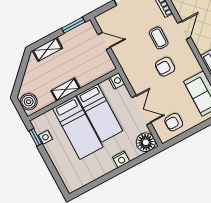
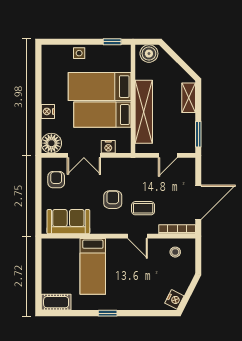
nightstand: (117, 81) -> (108, 147), moved
shelving: (66, 90) -> (144, 112), width x2.20, depth x1.33
side table: (45, 137) -> (79, 53), moved

